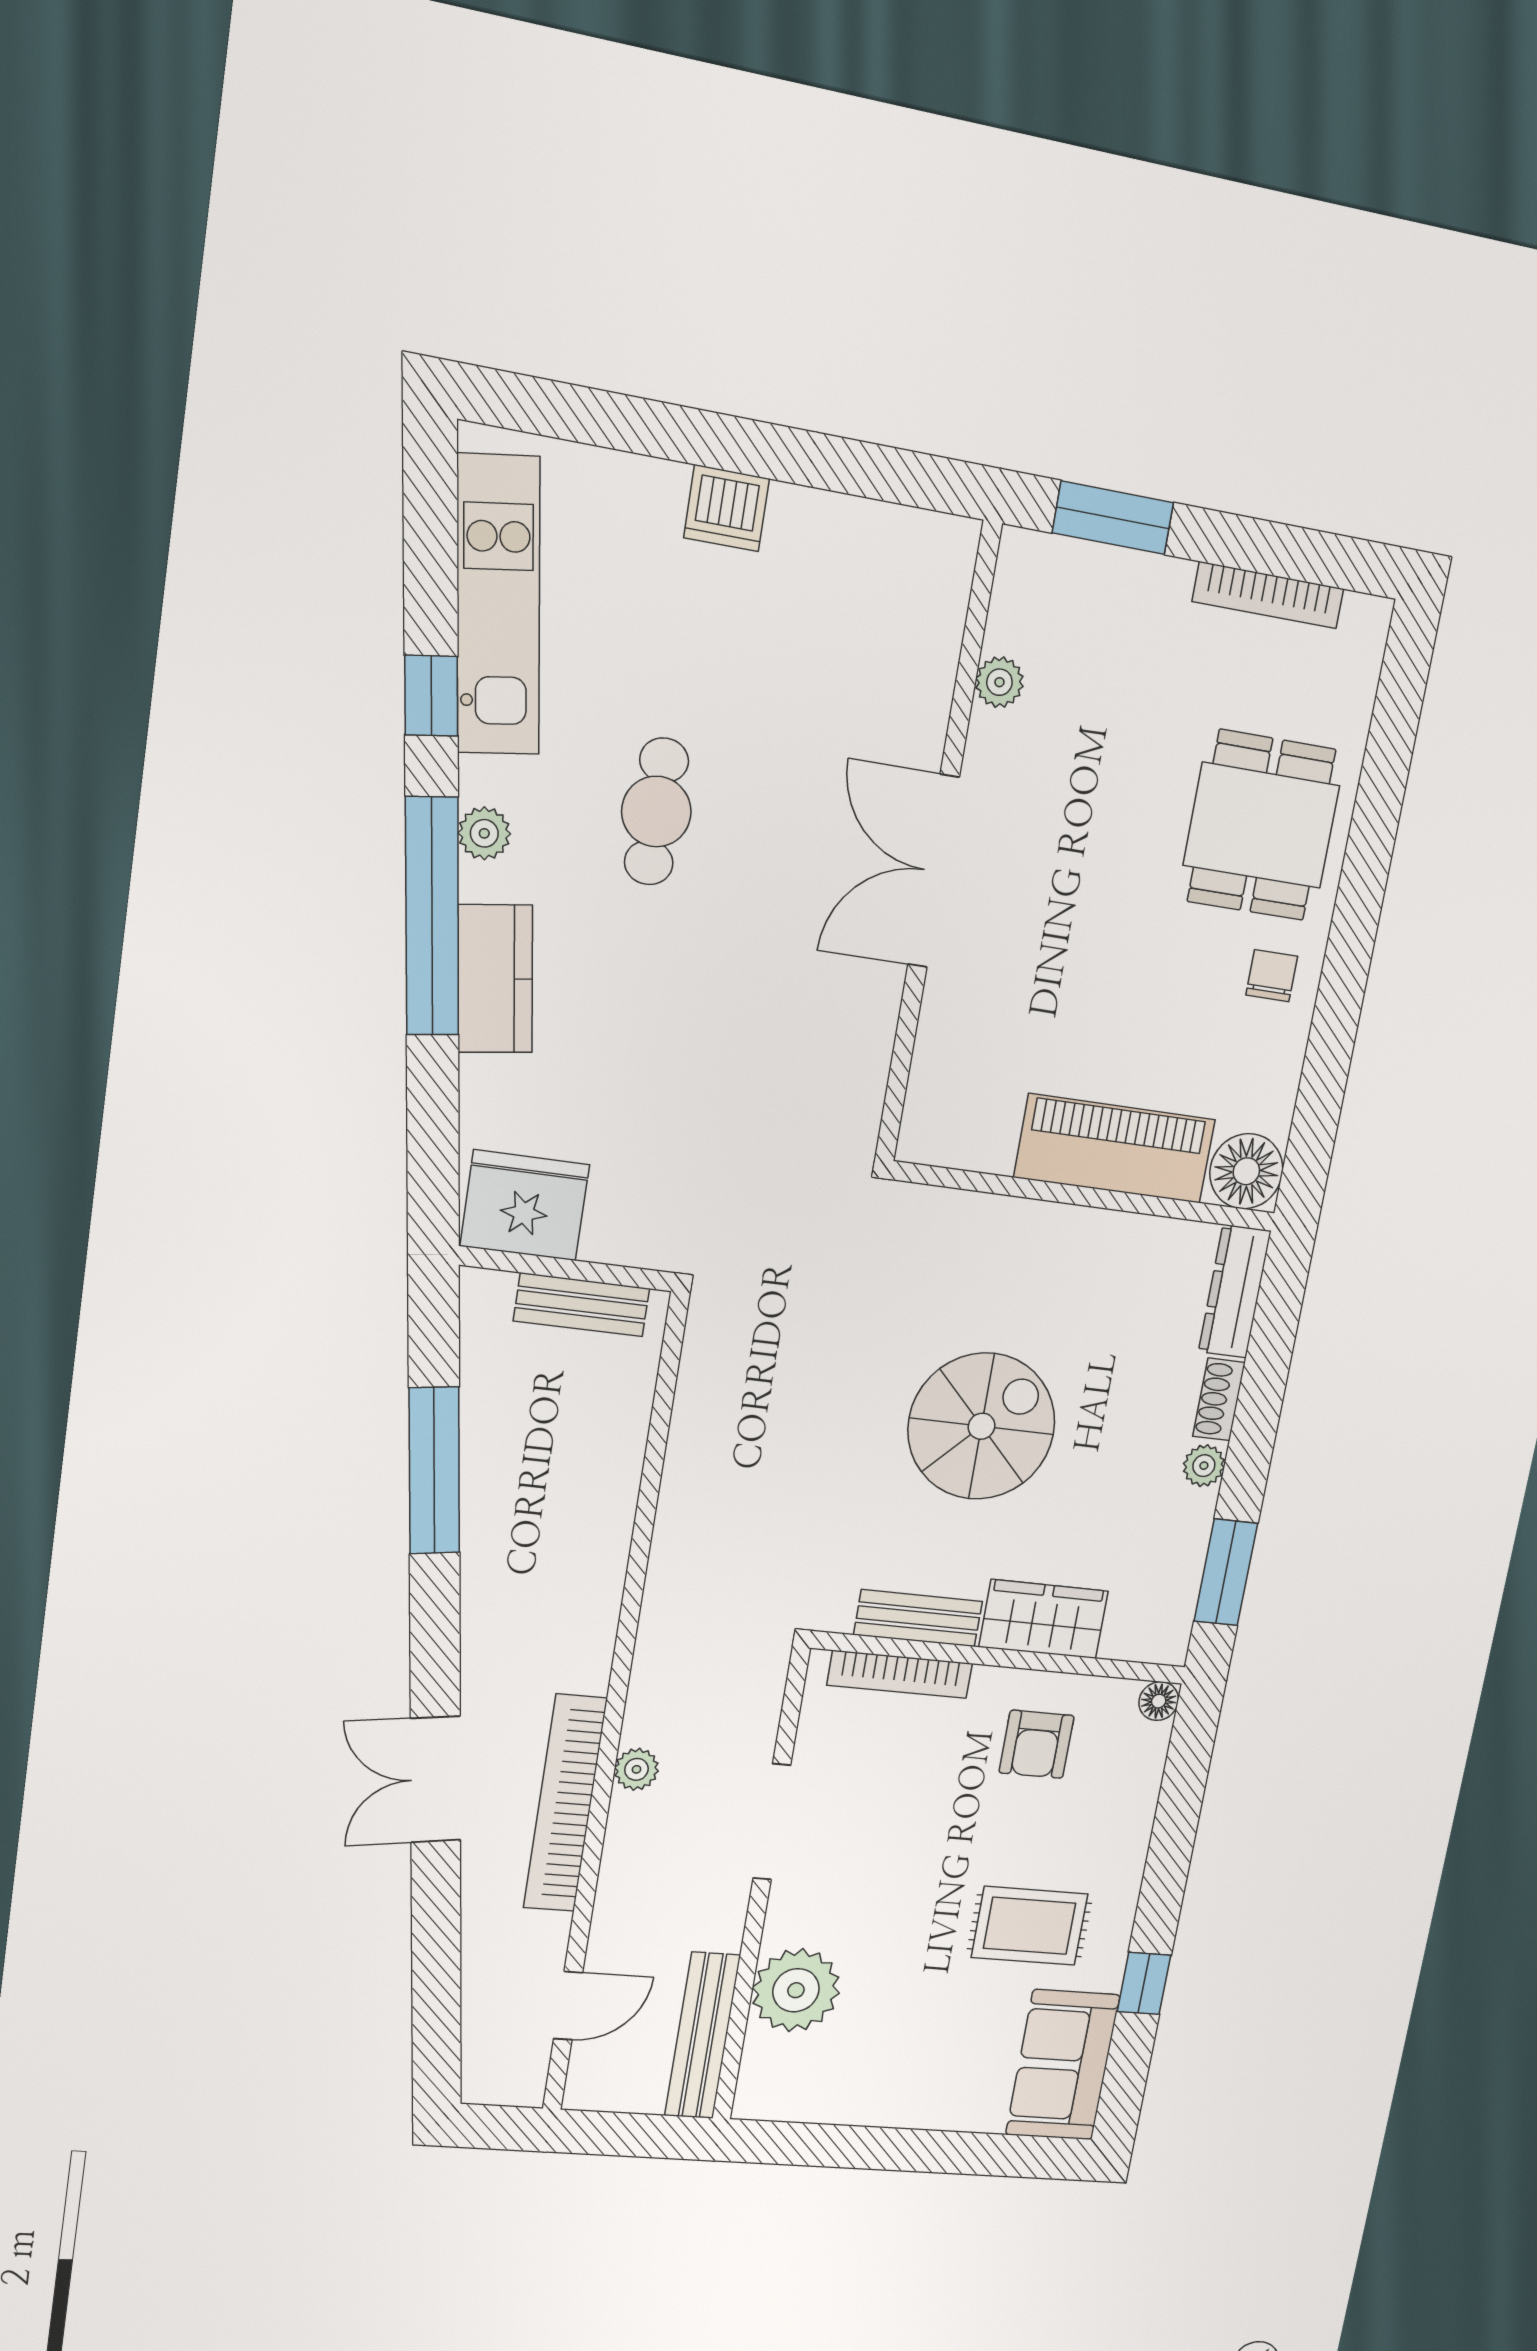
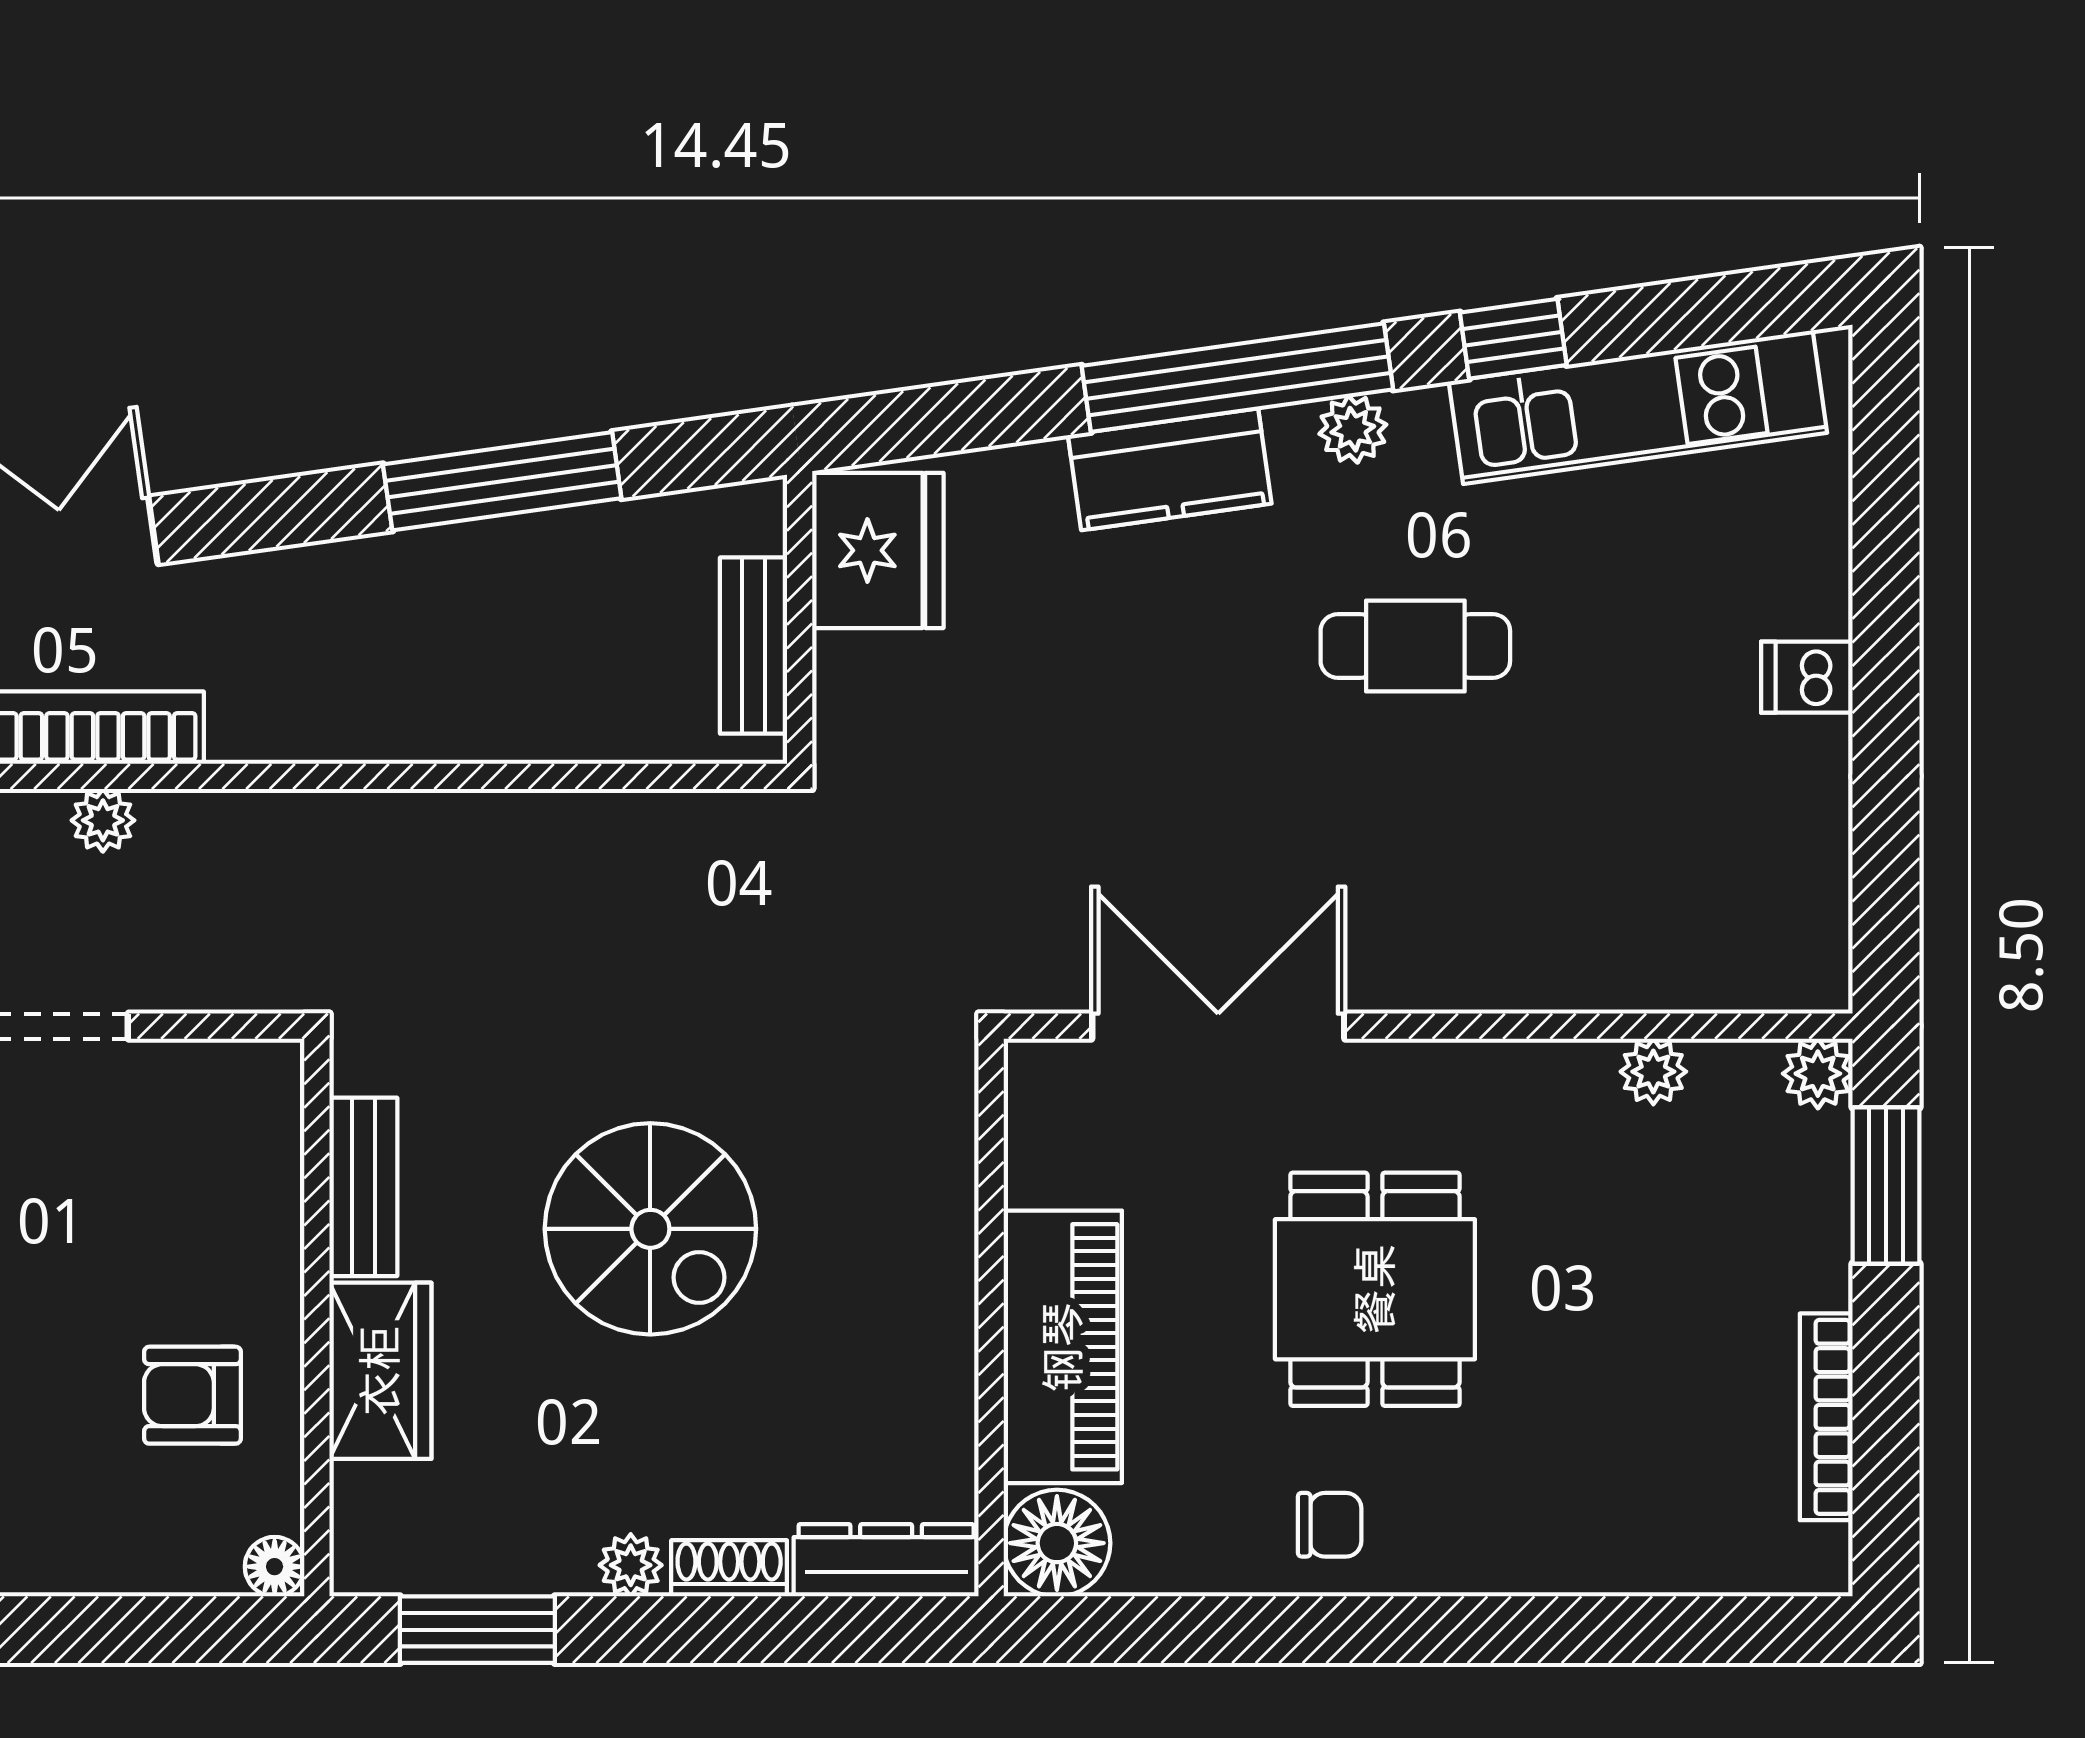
dishwasher: (727, 508) -> (1807, 677), width x0.73
plant: (1023, 555) -> (1818, 1074), added
dining table: (1261, 825) -> (1375, 1289), moved, turned 90
double door: (933, 871) -> (1218, 1026), moved
bookcase: (900, 1674) -> (278, 1175), removed

